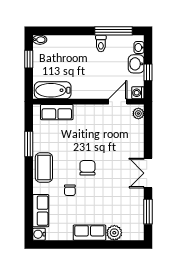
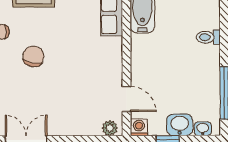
toilet: (101, 43) -> (208, 37), moved
chair: (87, 168) -> (33, 57), turned -80

